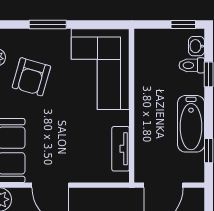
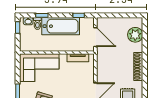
bathtub: (191, 124) -> (61, 26), width x1.36, depth x1.36

